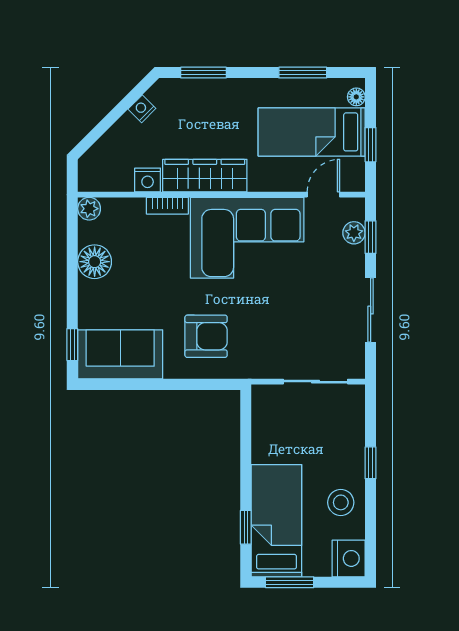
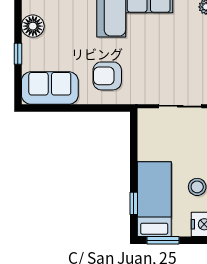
armchair: (206, 336) -> (107, 76), turned 180
window: (72, 345) -> (18, 54), moved

